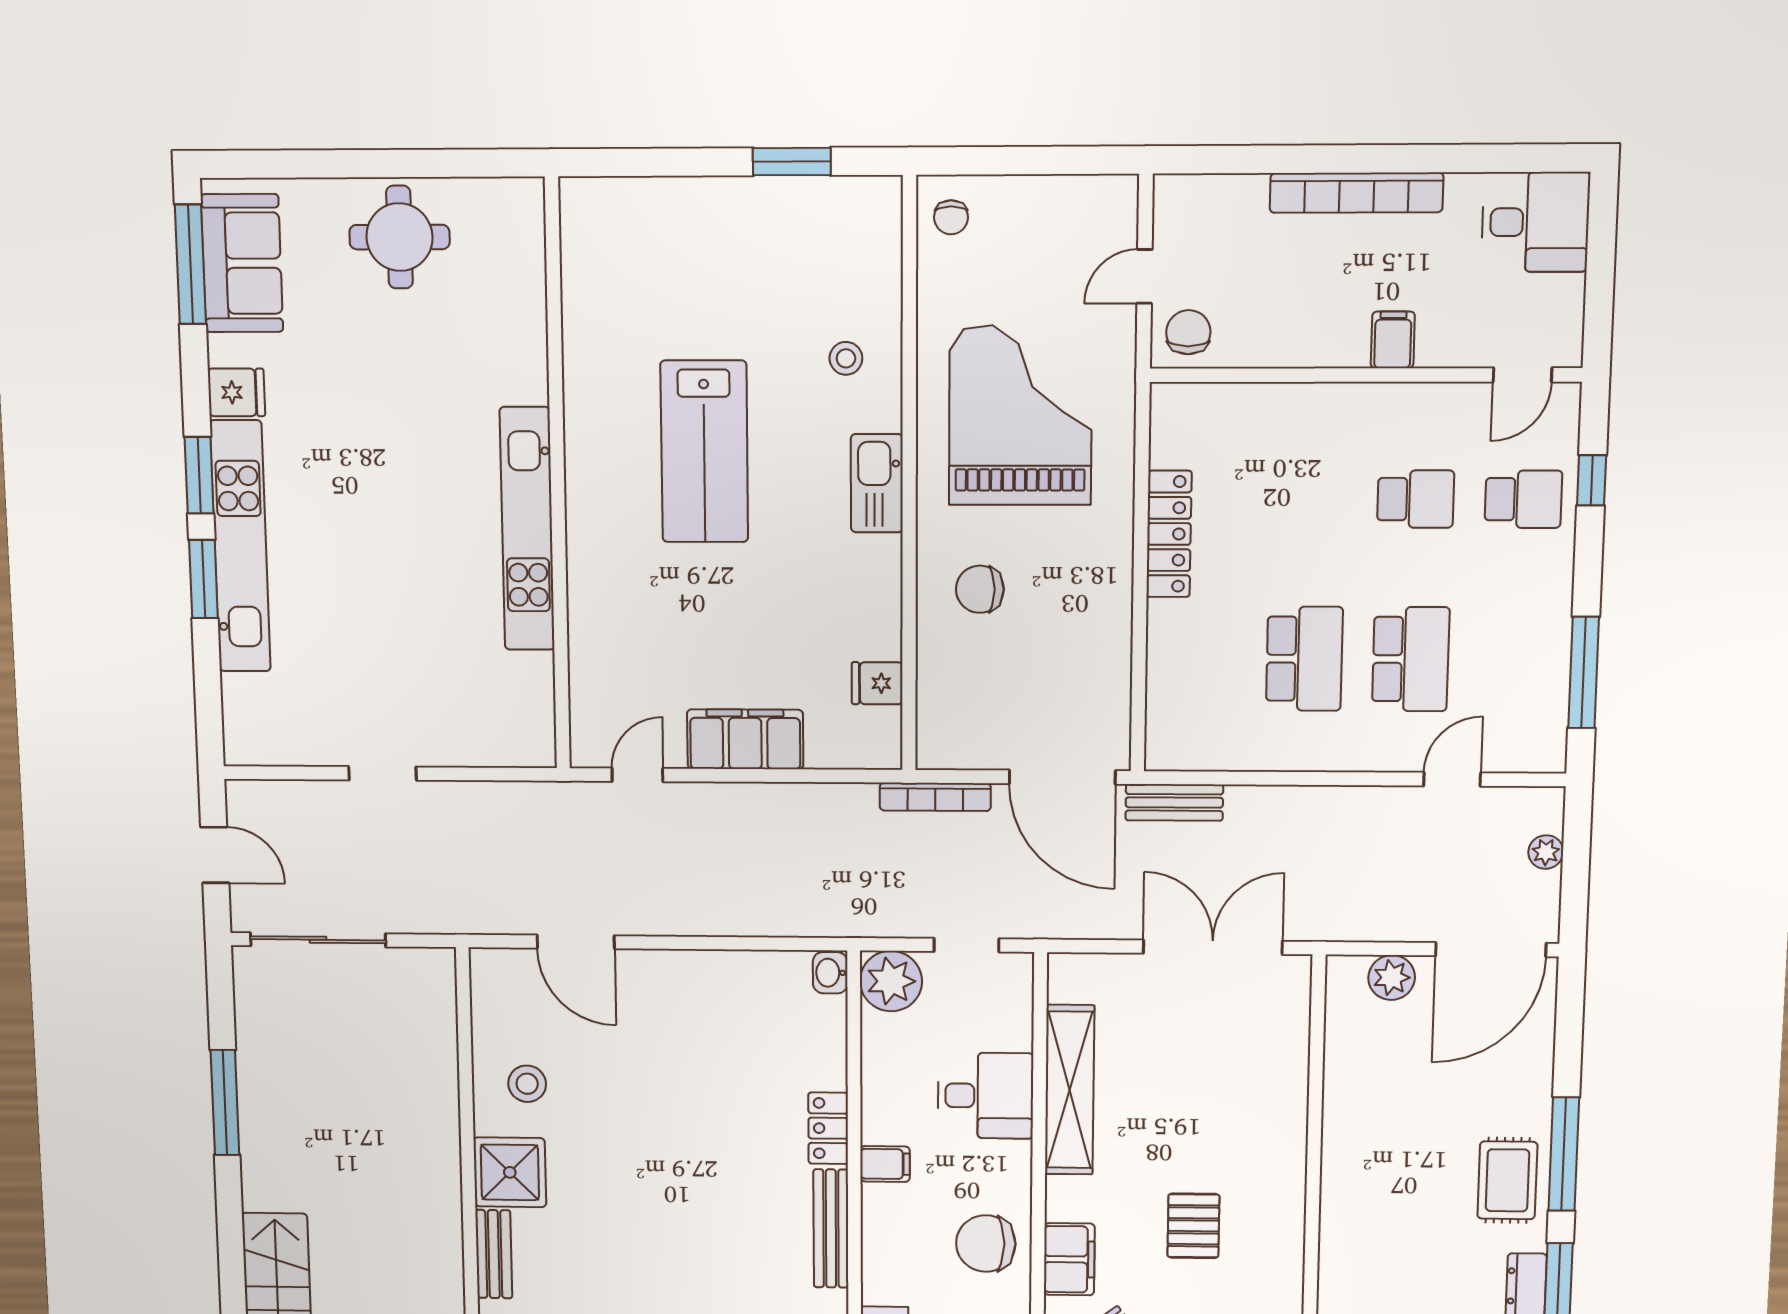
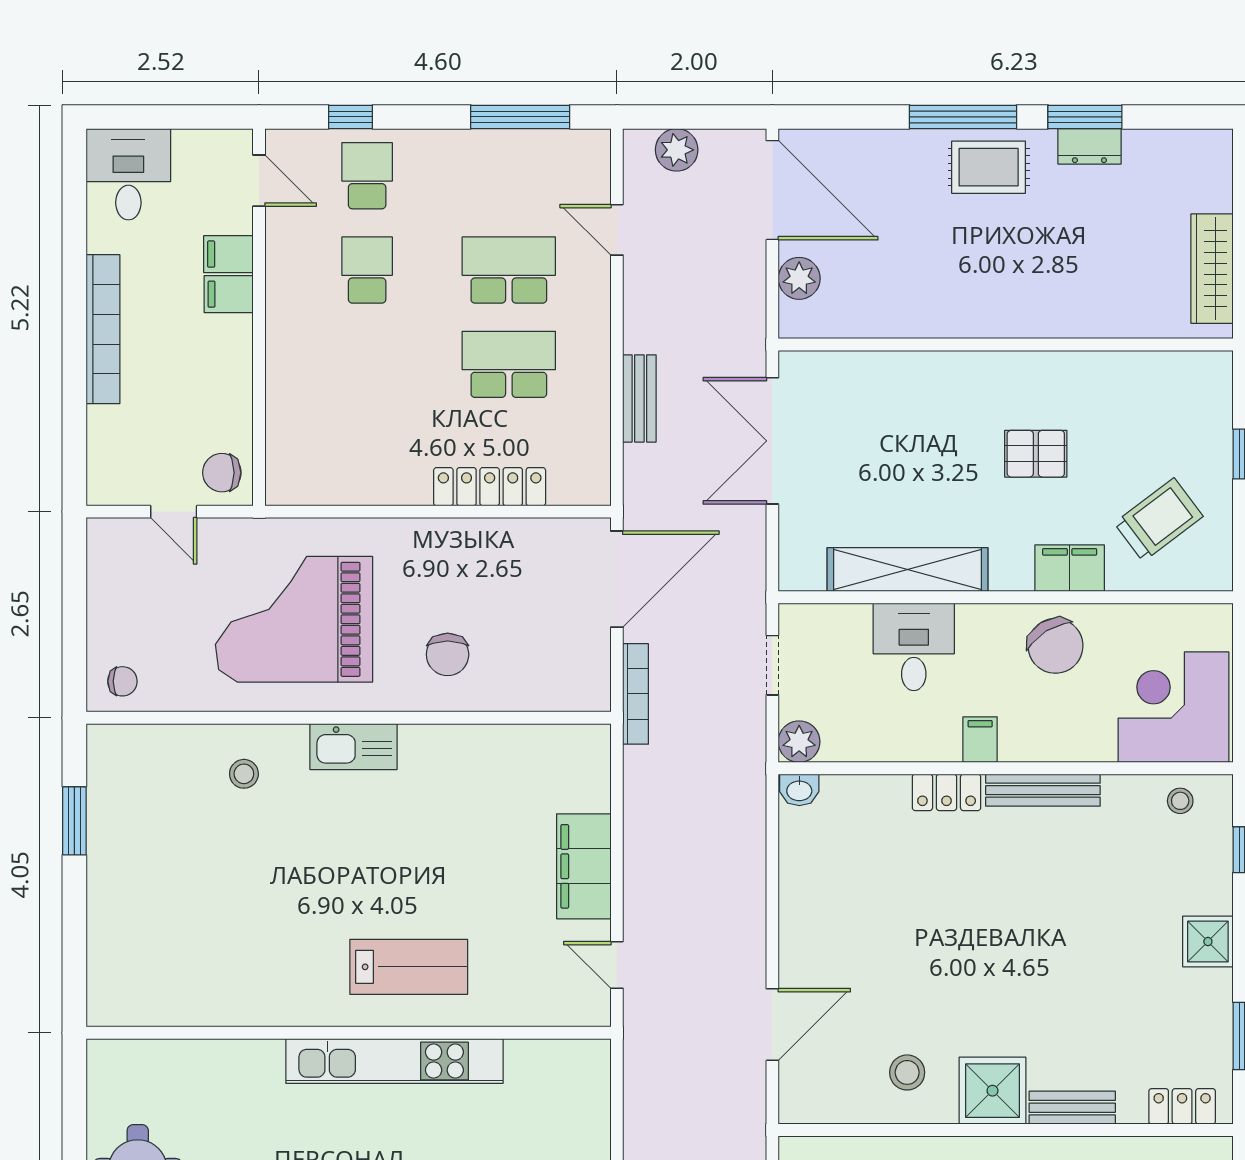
filing cabinet: (1439, 340) -> (228, 254), added
lab bench: (704, 452) -> (409, 967), moved, width x0.73, depth x0.72
locker: (1169, 534) -> (490, 487), moved
fridge: (877, 683) -> (532, 746), removed
bench: (1174, 802) -> (639, 398), moved
plant: (1546, 852) -> (677, 150), width x1.38, depth x1.38
plant: (891, 981) -> (799, 742), width x0.73, depth x0.73
chair: (986, 1243) -> (1055, 646), turned -32

